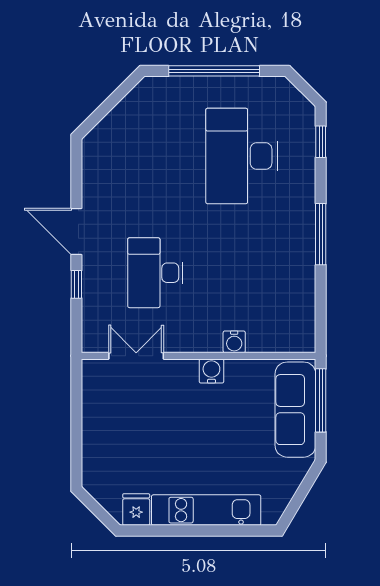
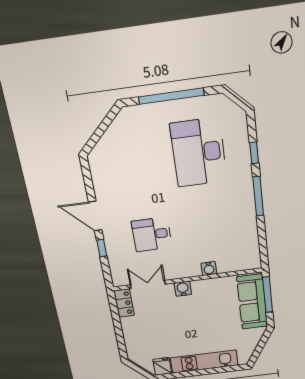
window: (321, 142) -> (254, 153), moved
desk: (155, 273) -> (152, 234), width x0.73
water cooler: (211, 371) -> (183, 289), moved
locker: (94, 383) -> (124, 303), added

